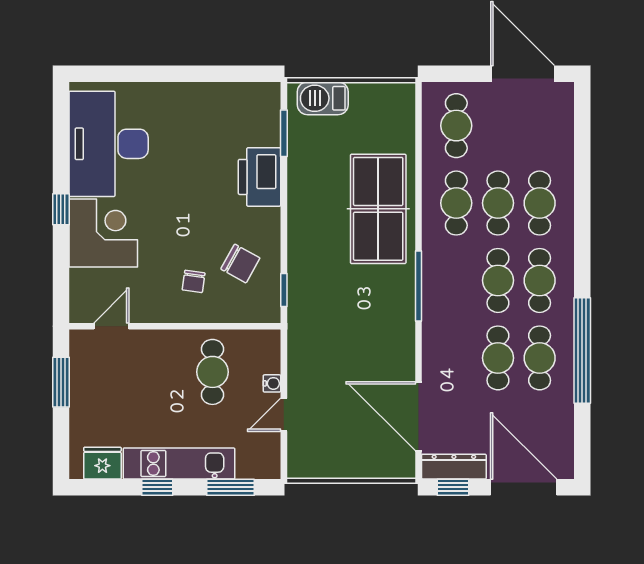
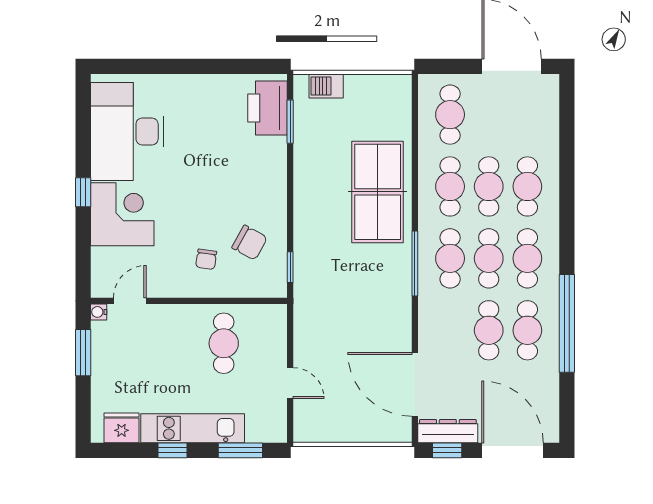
barbecue: (323, 98) -> (326, 86), width x0.73, depth x0.79
printer: (260, 177) -> (267, 108), moved
cafe table: (456, 280) -> (450, 258), added
water cooler: (272, 383) -> (99, 312), moved, turned 180
door: (284, 415) -> (290, 383), swing flipped

